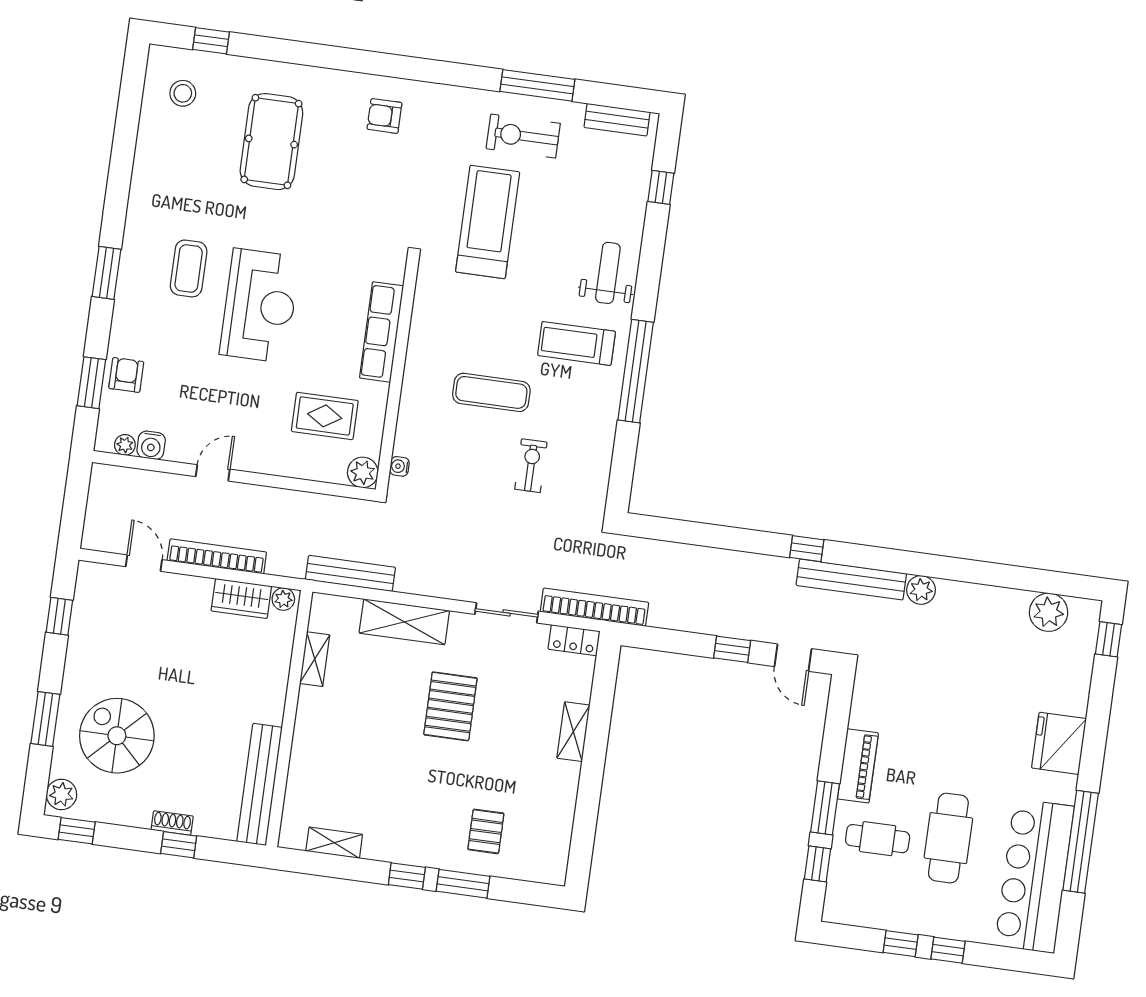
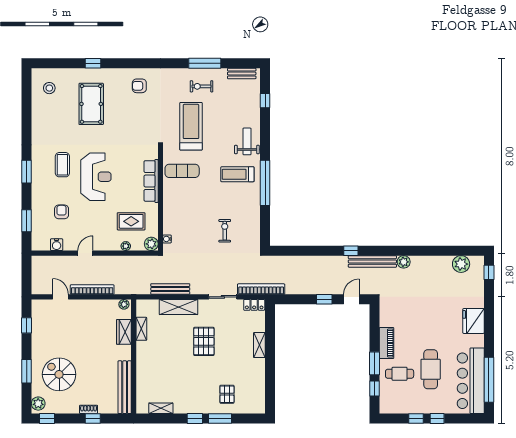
window: (211, 41) -> (93, 63), moved
exercise bike: (523, 136) -> (201, 86), width x0.73, depth x0.72
armchair: (126, 375) -> (62, 212), moved
exercise mat: (491, 392) -> (182, 171), moved
plant: (125, 445) -> (126, 246), moved
bench: (350, 573) -> (170, 289), moved
wardrobe: (241, 599) -> (124, 332), moved, turned 90
door: (793, 658) -> (351, 299), swing flipped
window: (1081, 842) -> (489, 380), moved

